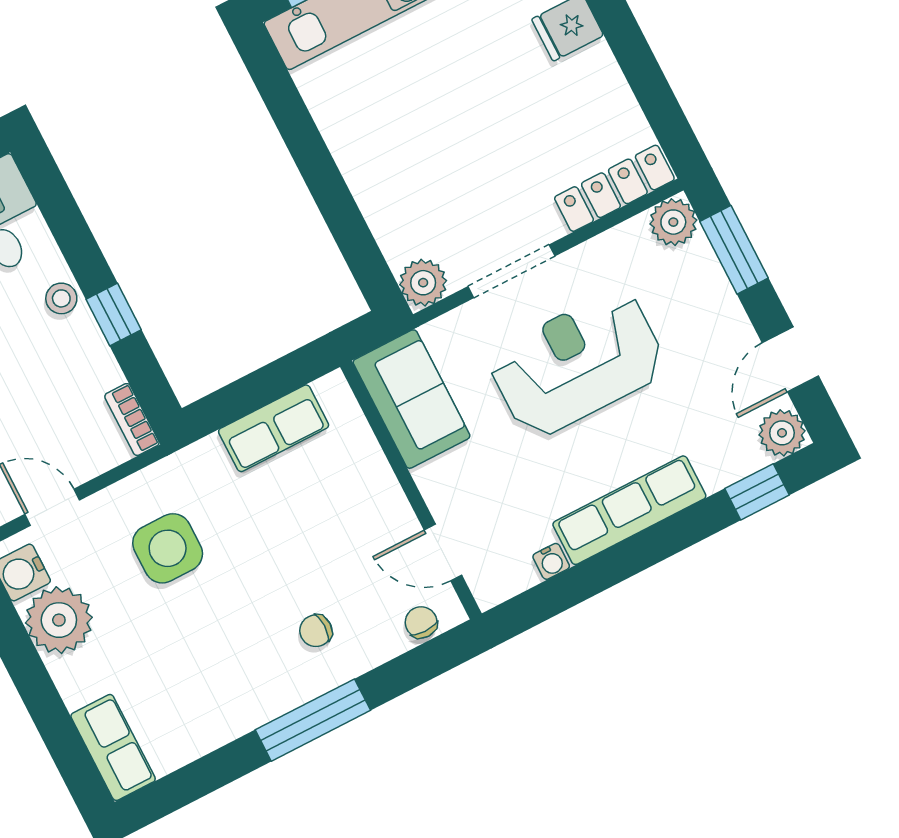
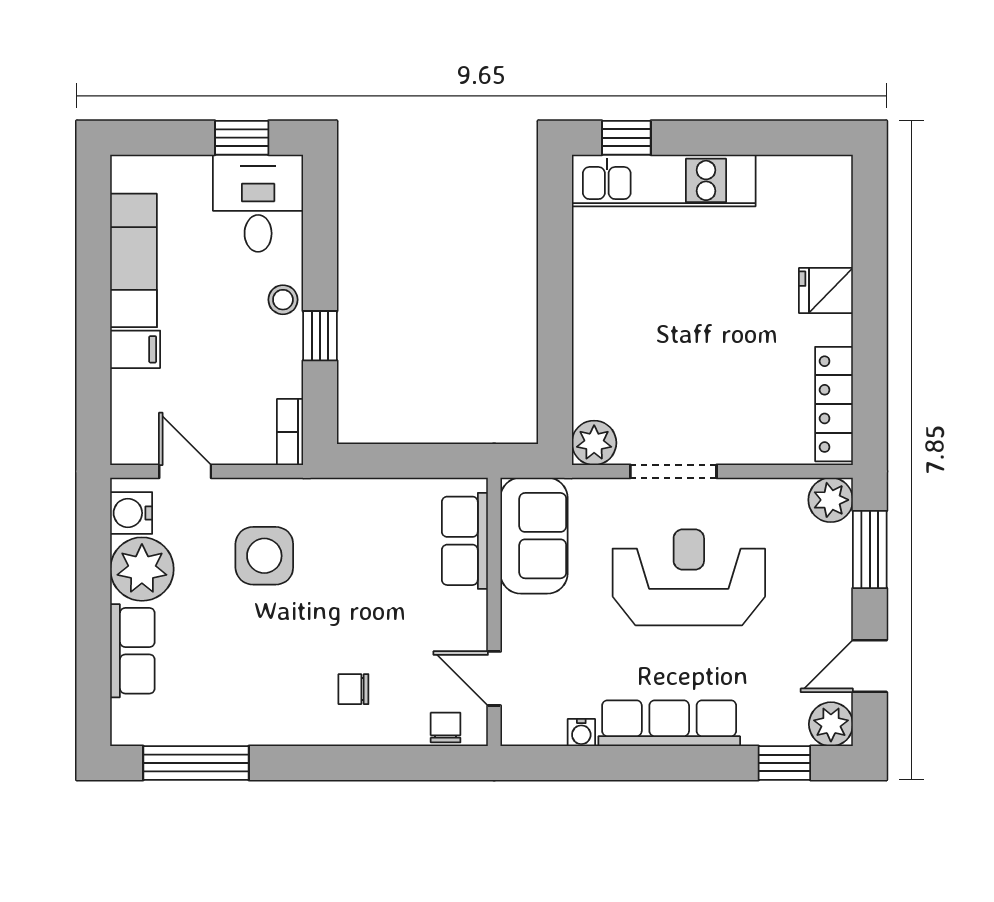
locker: (614, 188) -> (834, 404), moved, turned -90
row of seats: (274, 428) -> (465, 541), moved, turned 90
window: (313, 720) -> (196, 763), moved
row of seats: (113, 747) -> (132, 651), moved

